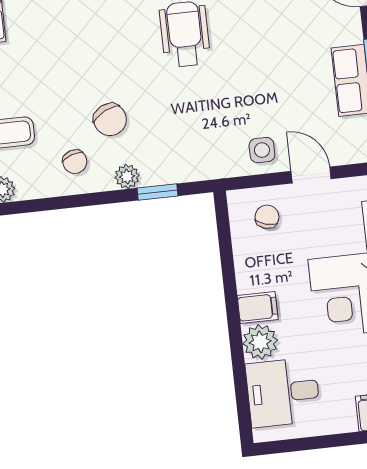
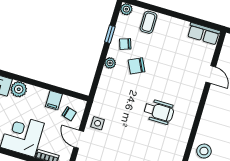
door: (311, 175) -> (79, 139), swing flipped
window: (158, 192) -> (110, 34), moved
filing cabinet: (258, 308) -> (54, 100), moved

